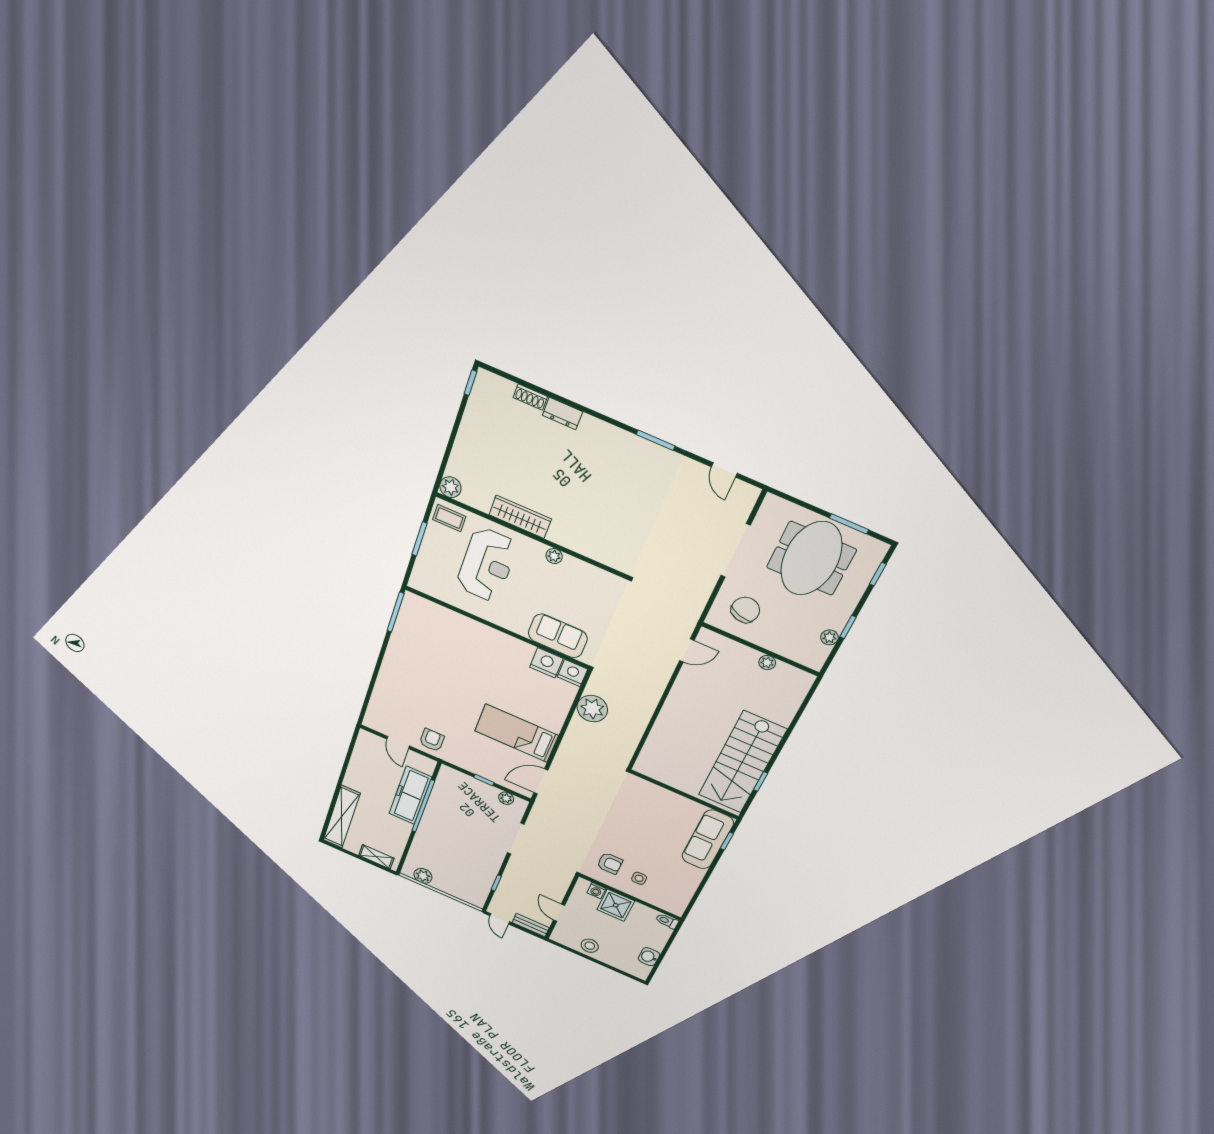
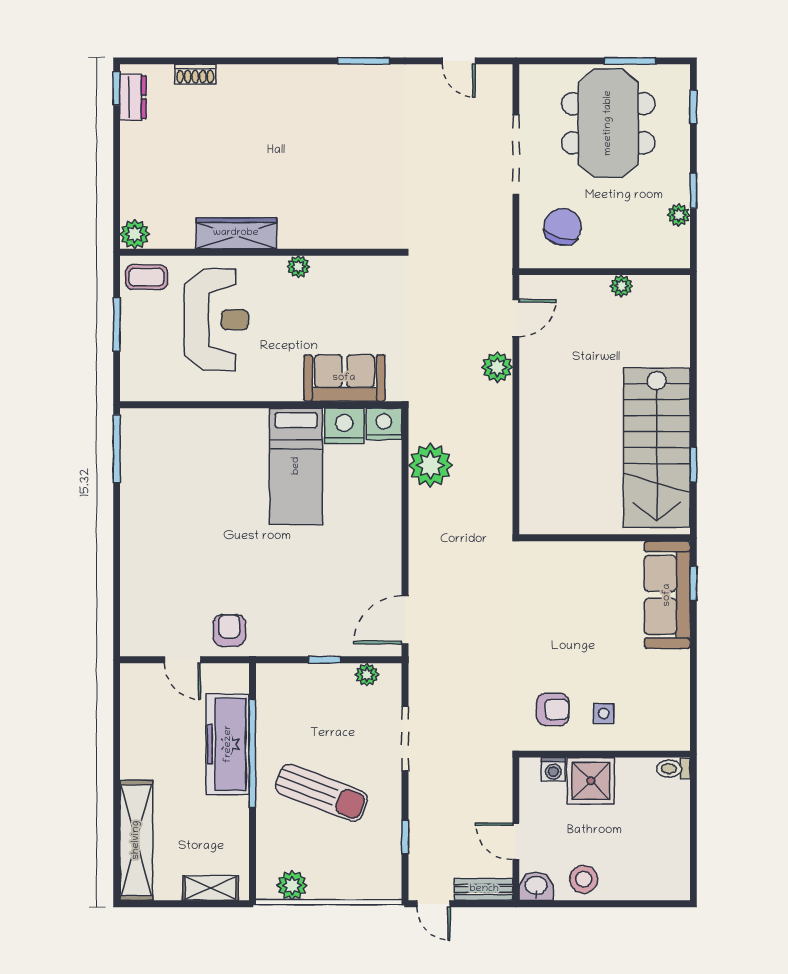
dresser: (563, 414) -> (133, 97), moved, turned -90
plant: (661, 673) -> (497, 367), added
bed: (516, 733) -> (296, 466), moved, turned -90
sun lounger: (456, 842) -> (321, 793), added
washbasin: (649, 957) -> (536, 886), moved, turned 90

